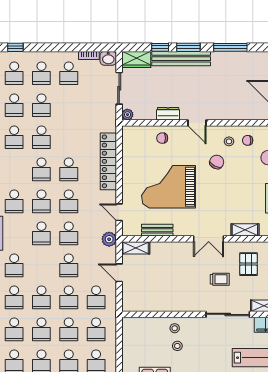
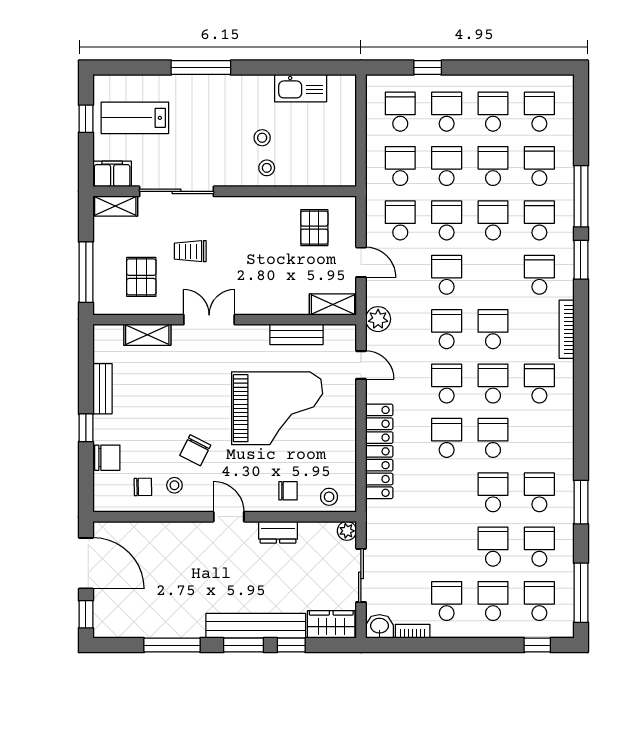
stool: (138, 135) -> (329, 497), added
pallet: (147, 293) -> (314, 228), added

